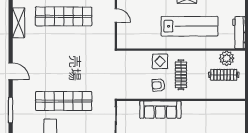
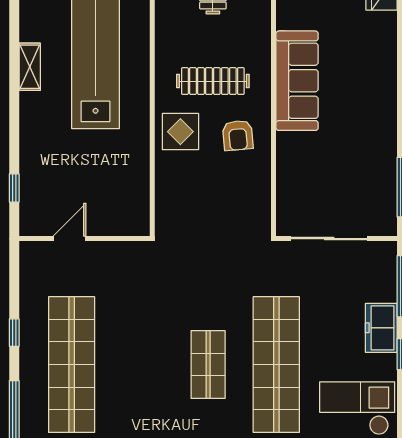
shop shelf: (64, 73) -> (208, 365), added
sofa: (160, 110) -> (297, 81), moved

